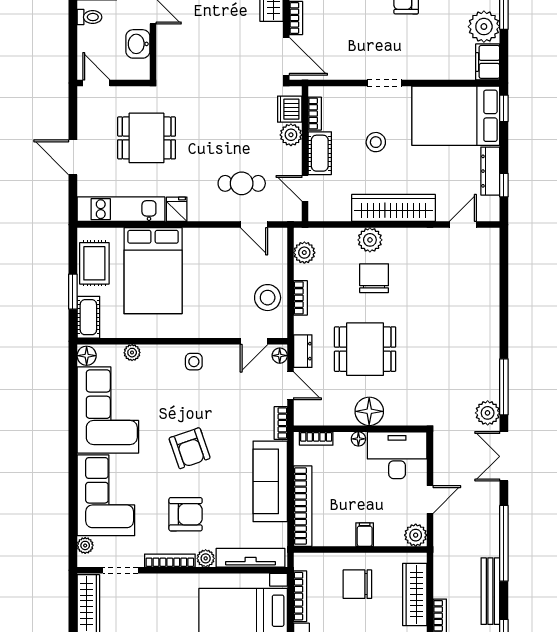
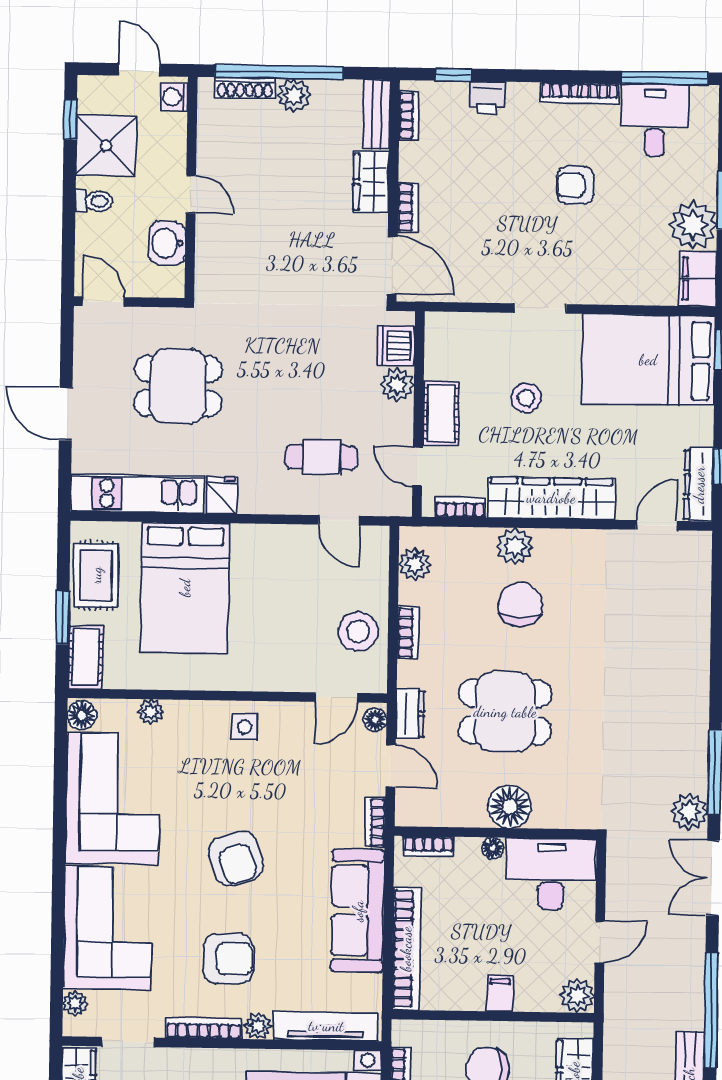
bookcase: (315, 114) -> (460, 507), moved, turned -90
dresser: (490, 171) -> (699, 485), moved

